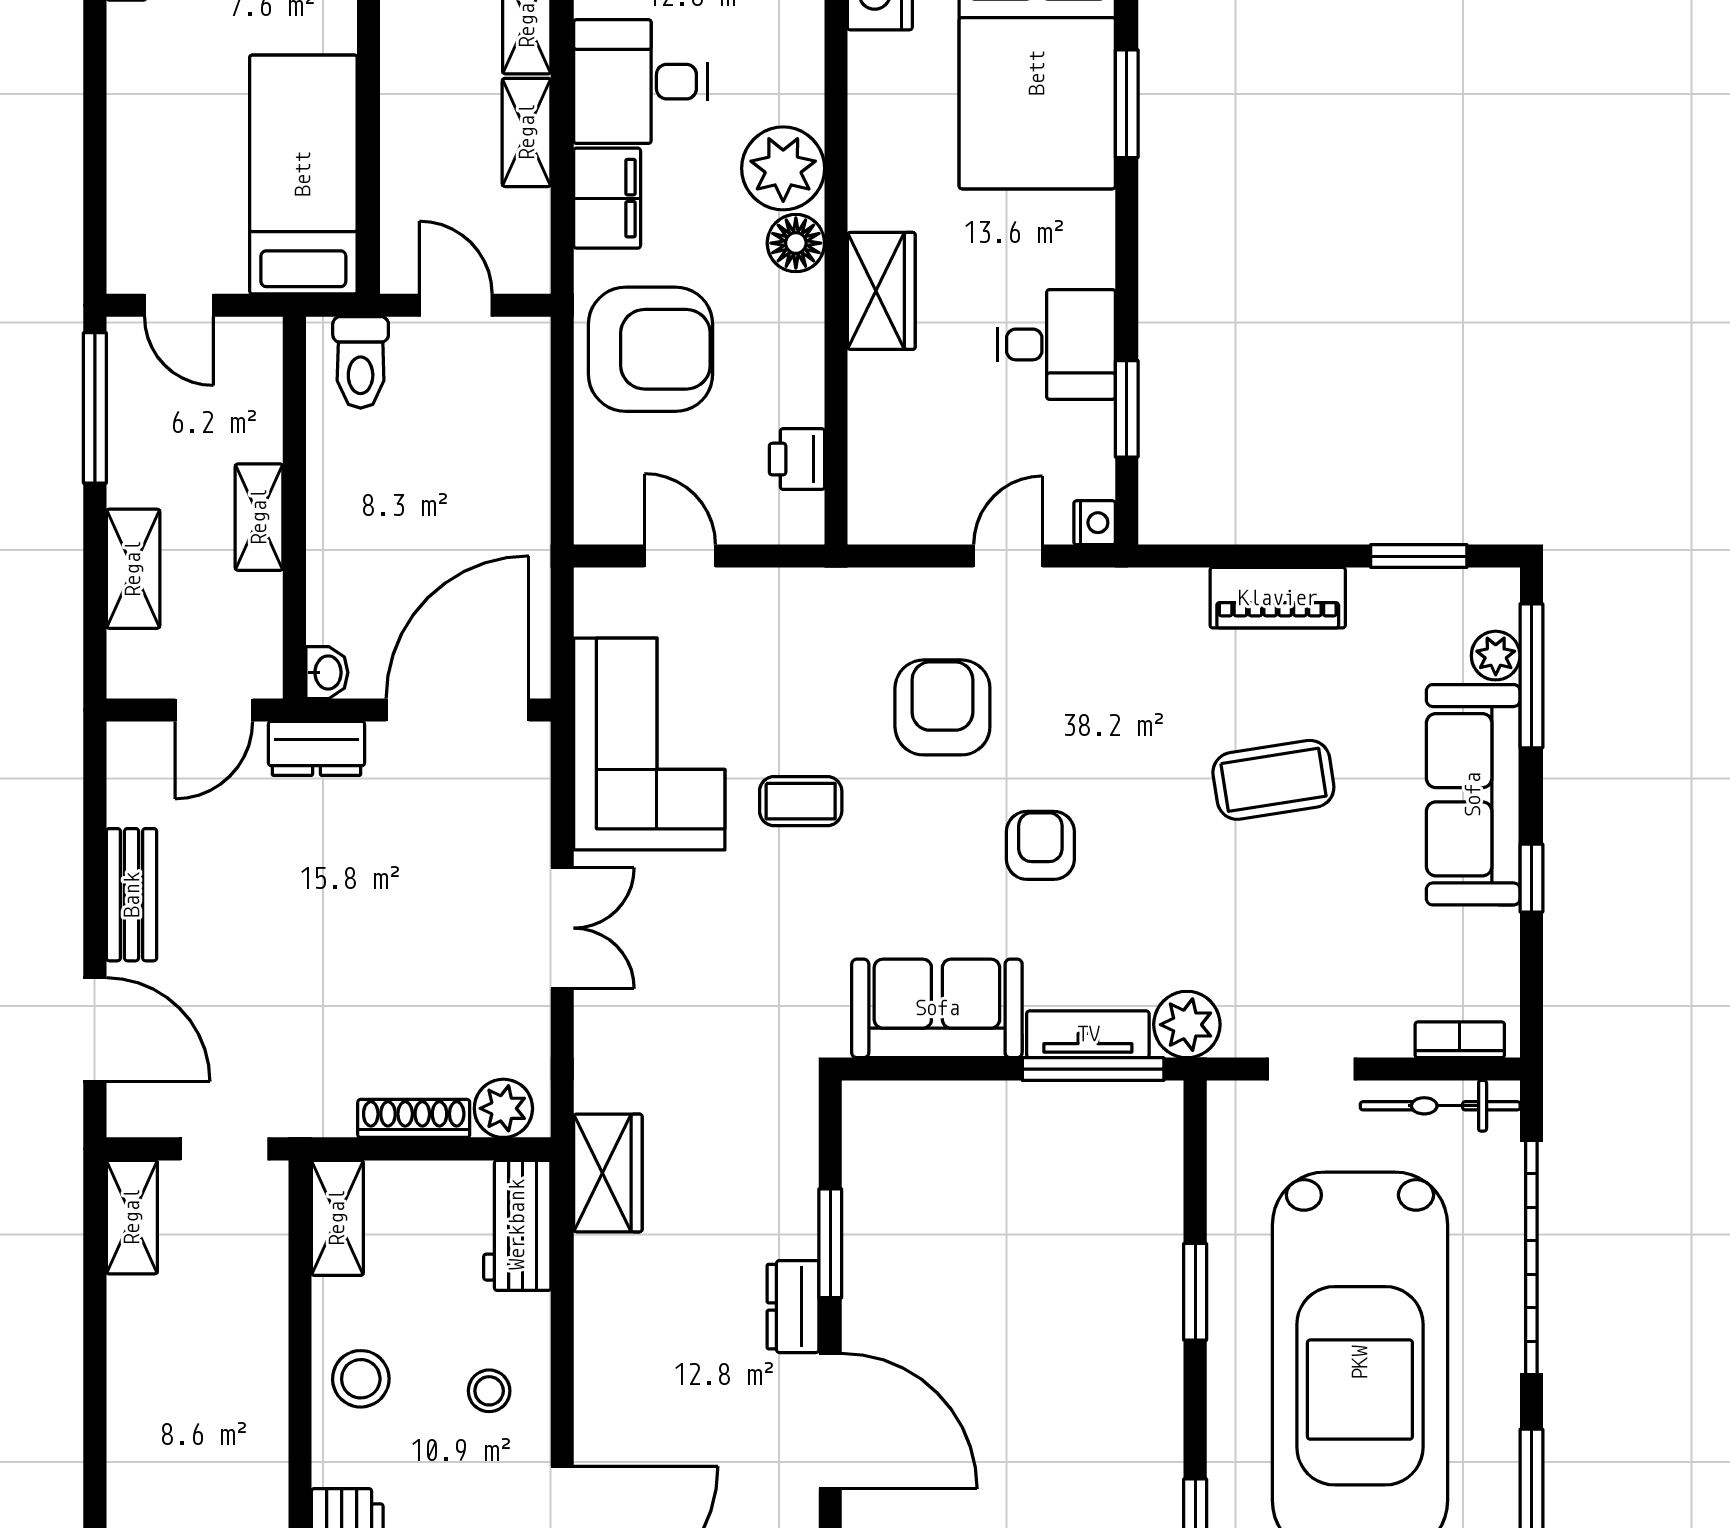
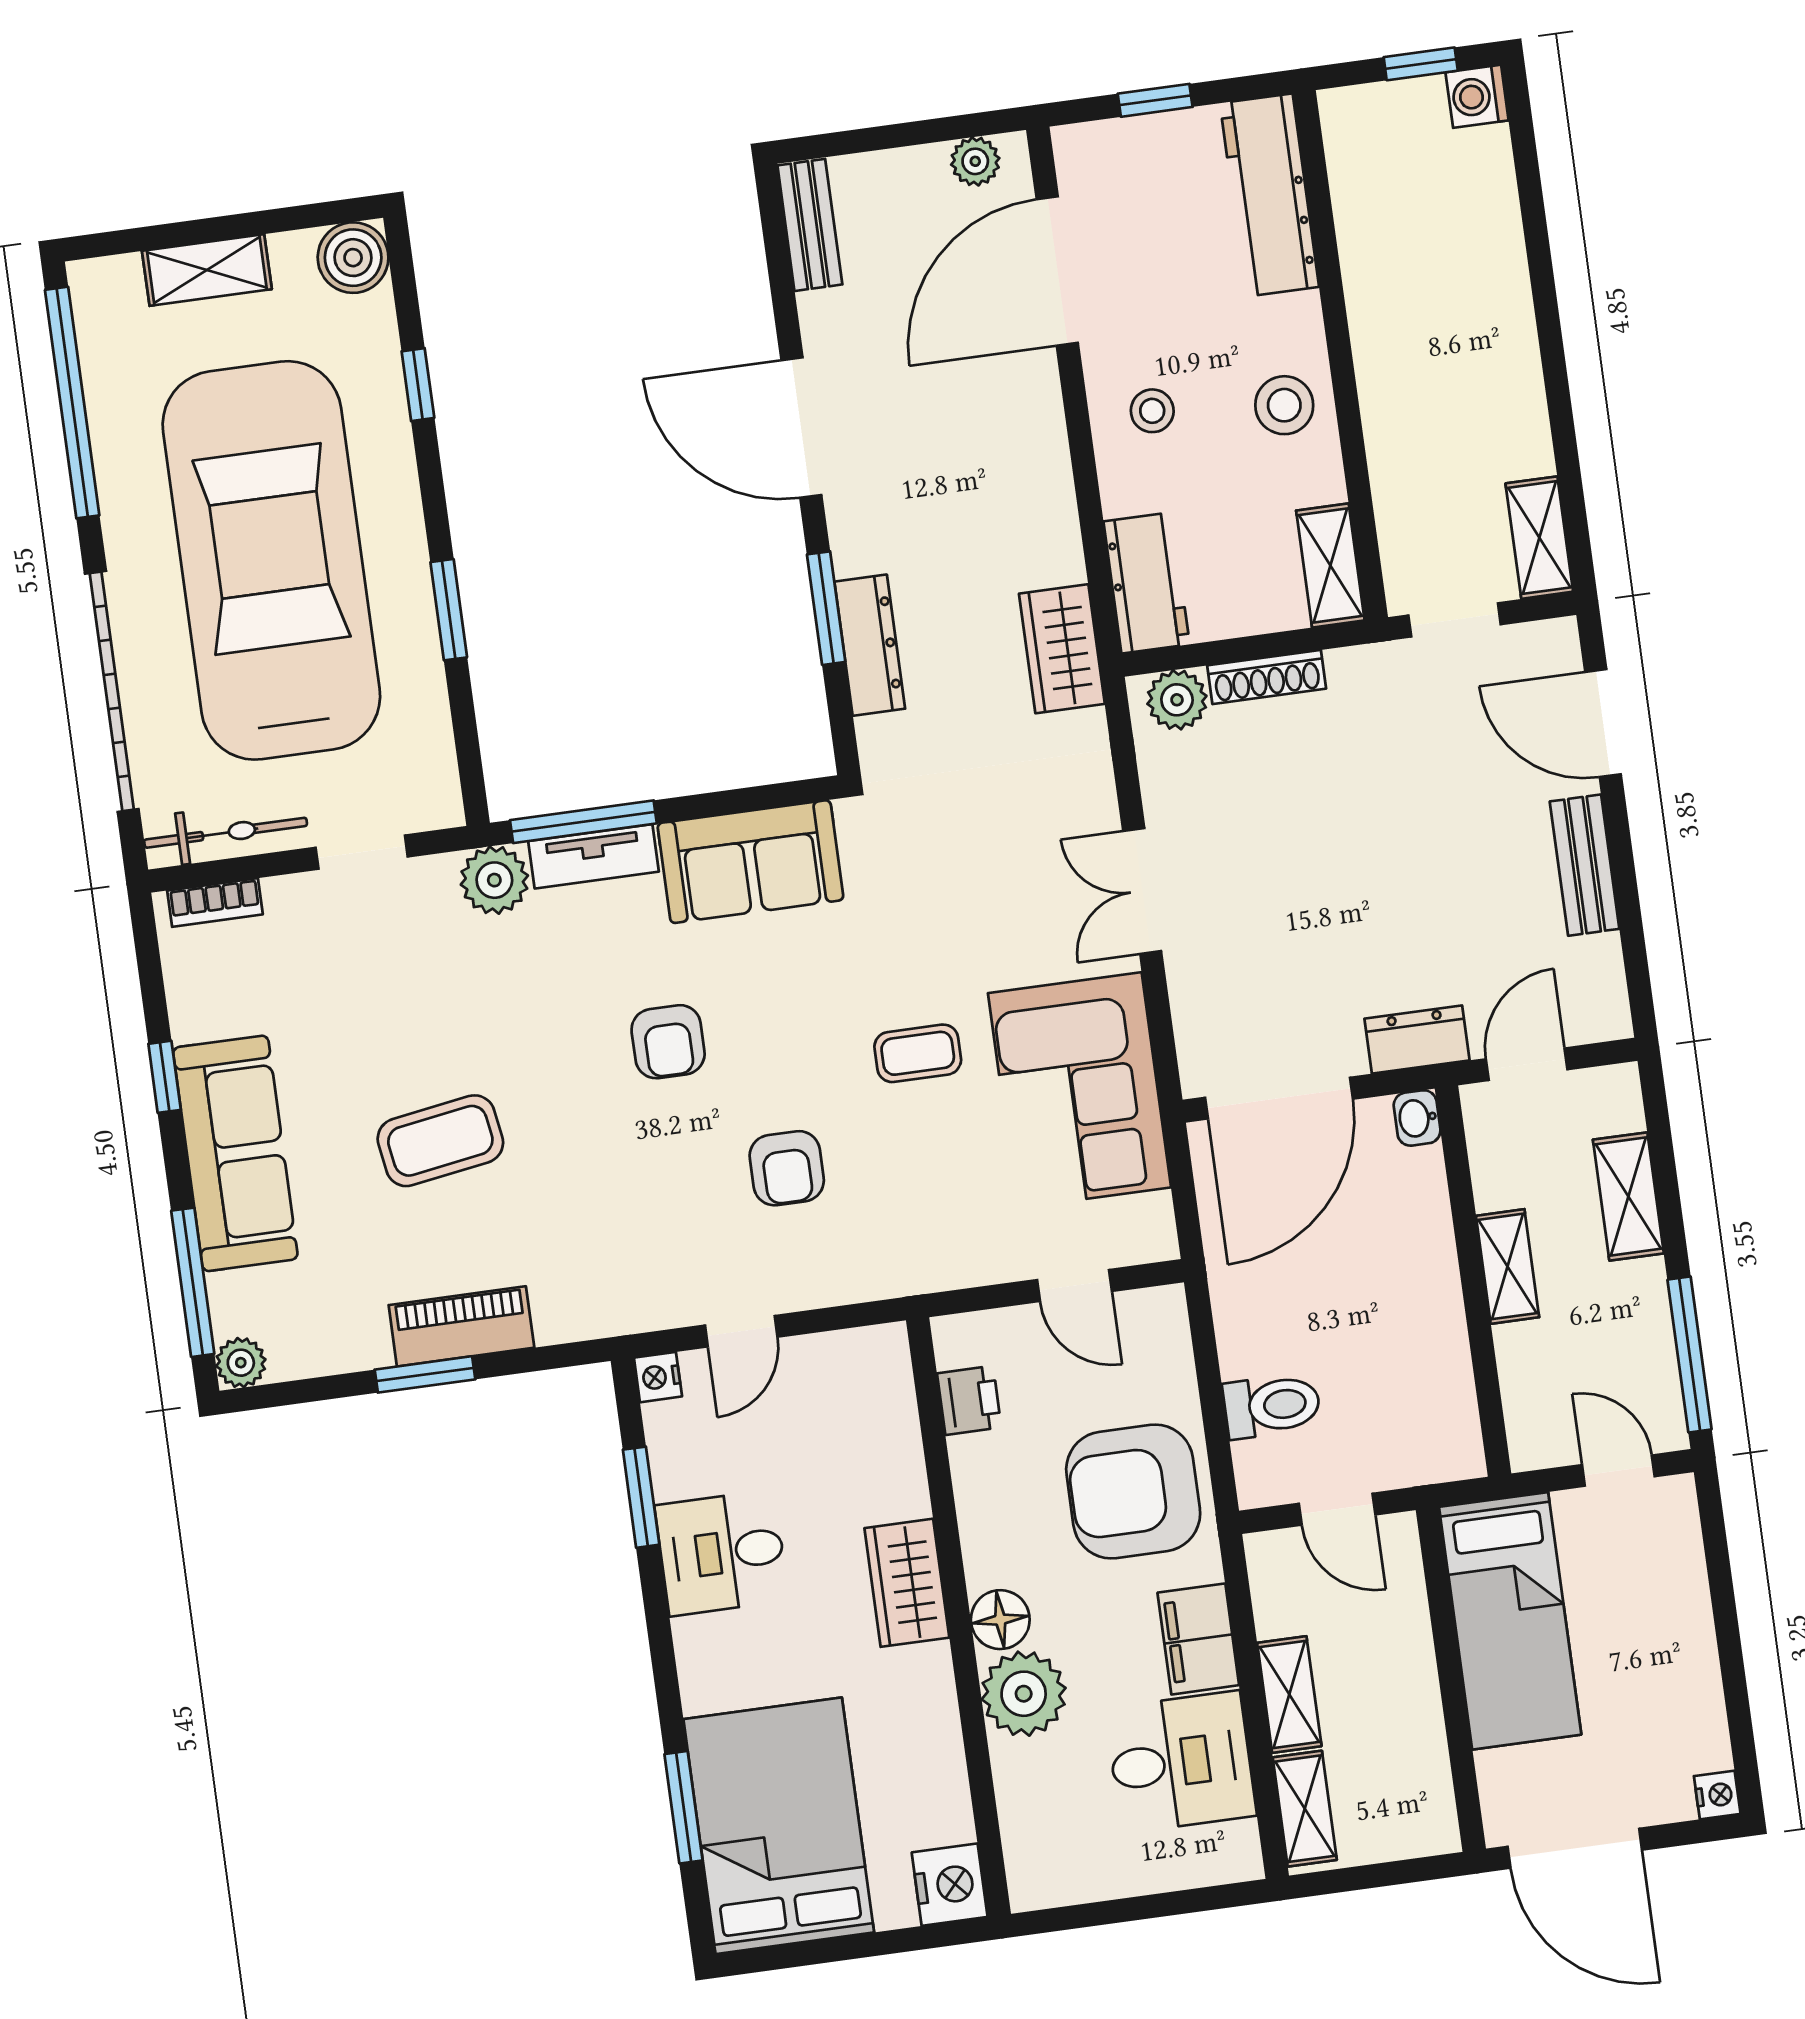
toilet: (361, 362) -> (1272, 1406), moved, turned 90
window: (1419, 556) -> (425, 1374), moved
plant: (1496, 656) -> (241, 1363), moved
armchair: (942, 707) -> (787, 1168), width x0.72, depth x0.72
dresser: (793, 1307) -> (870, 645), moved, width x1.44

